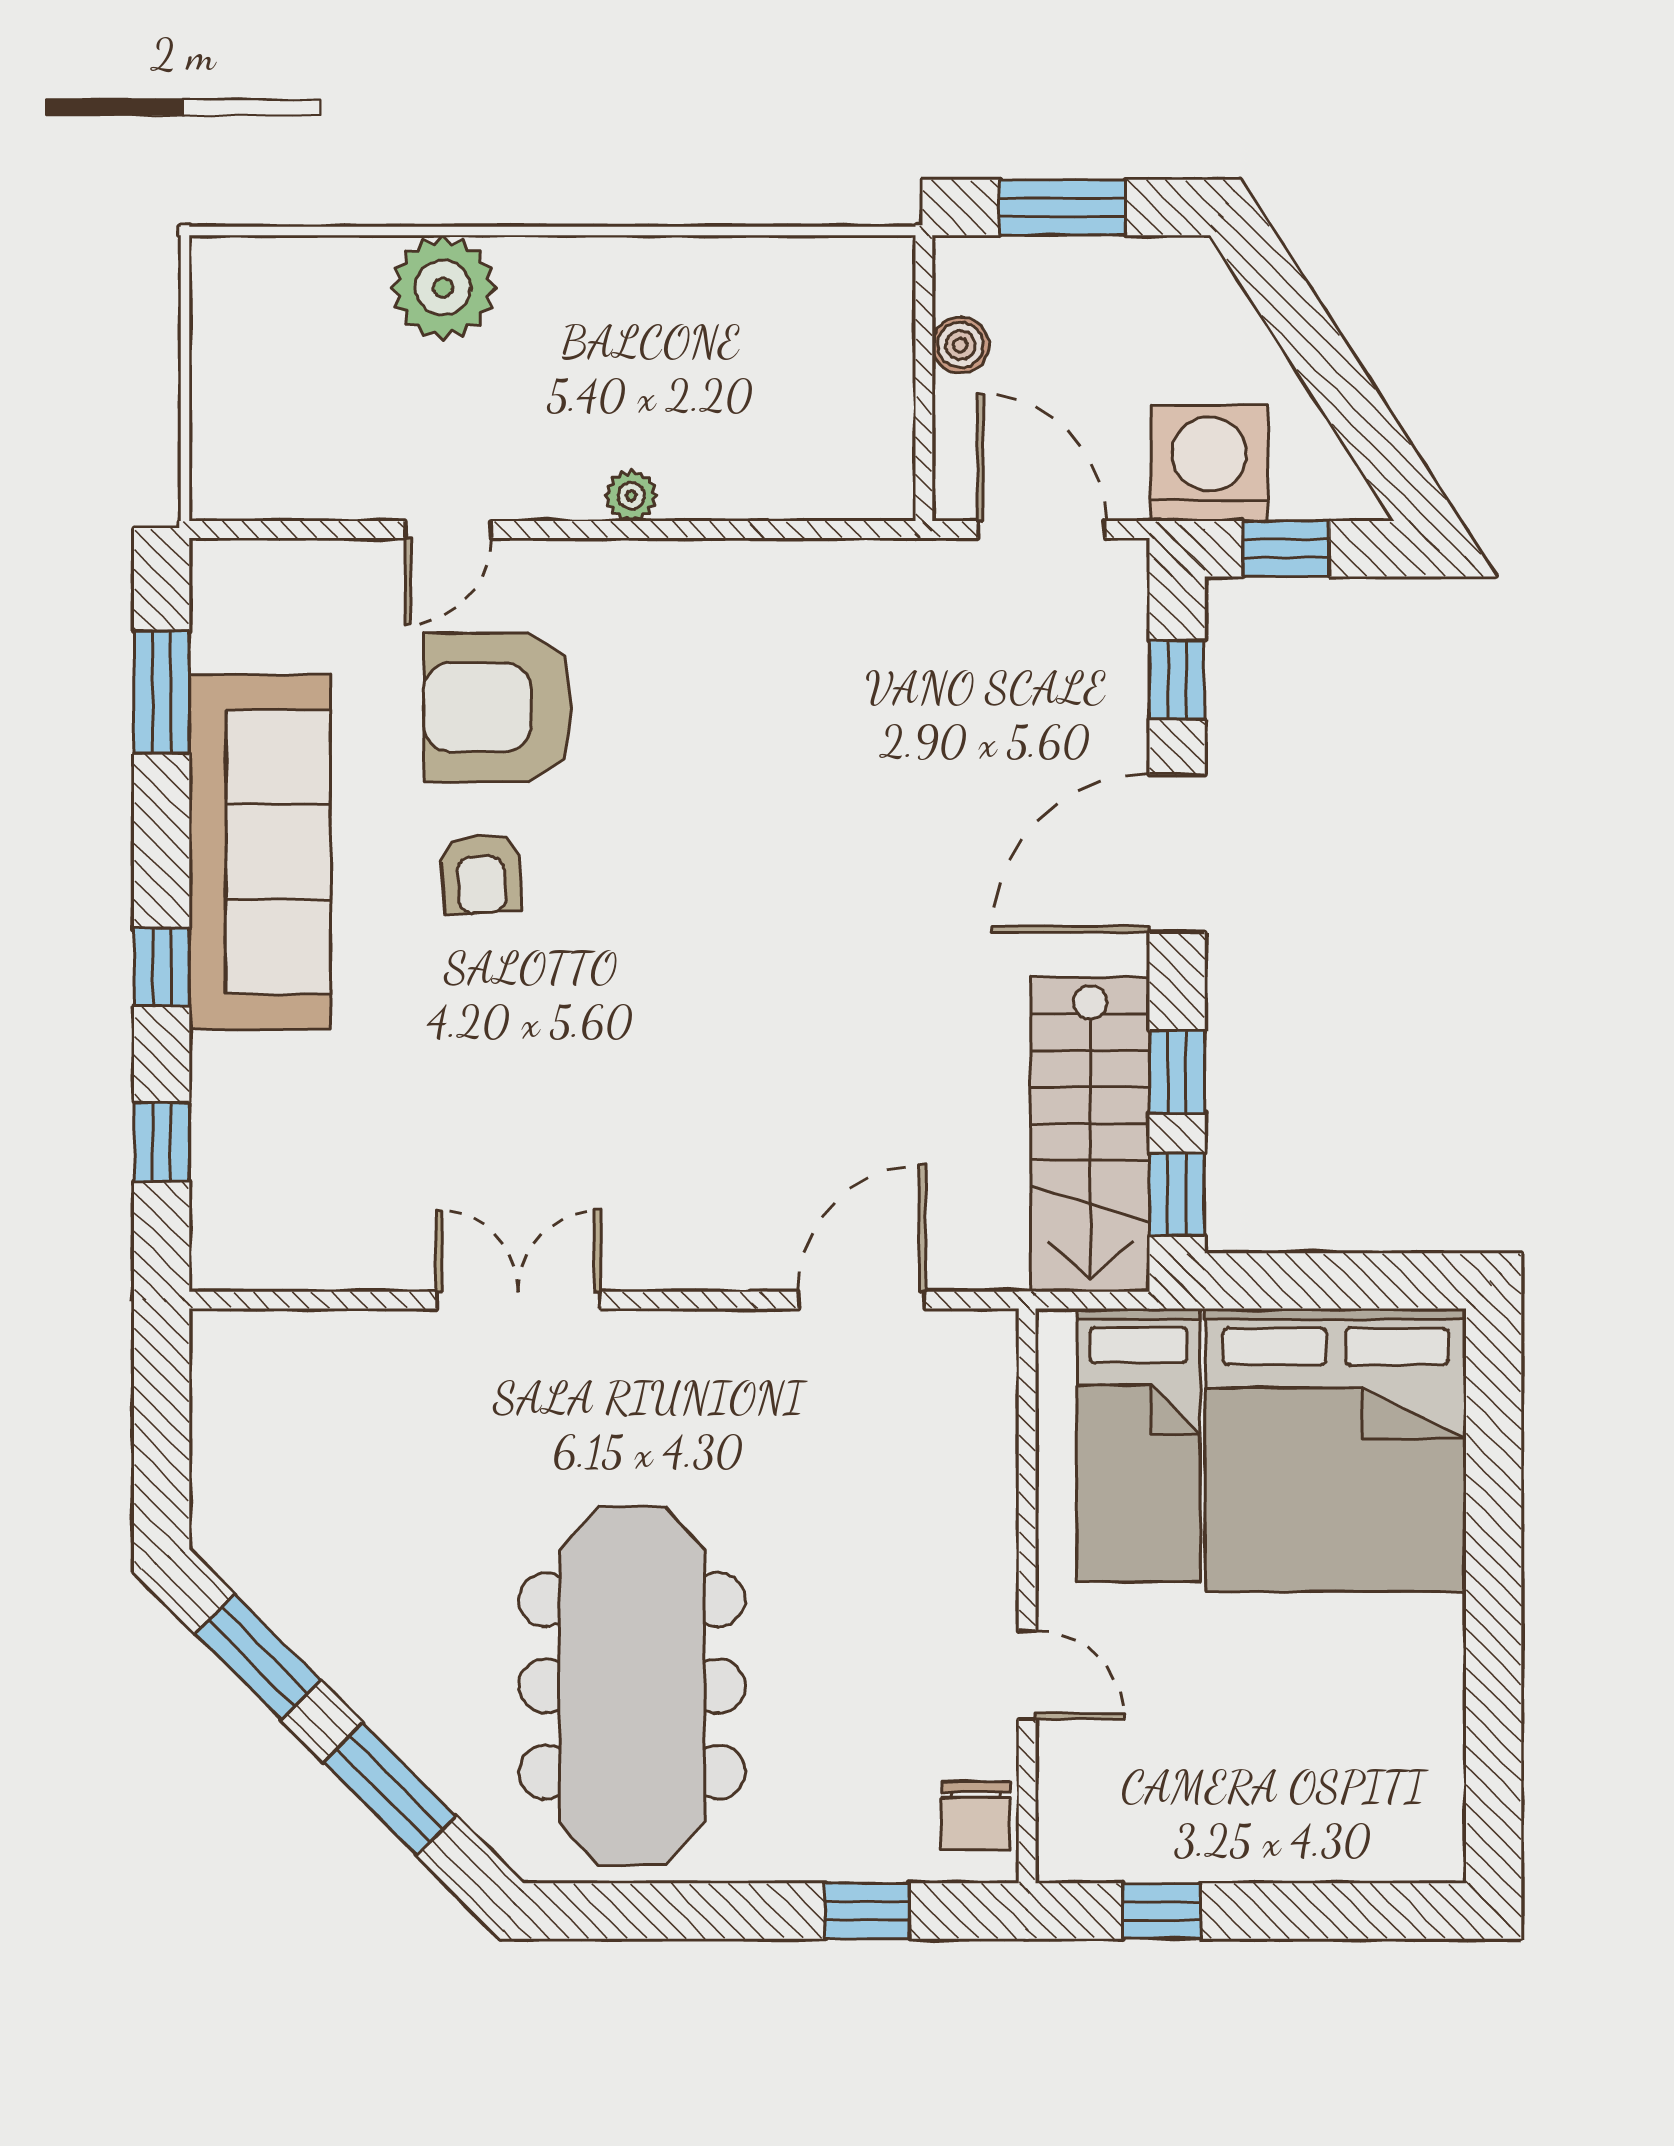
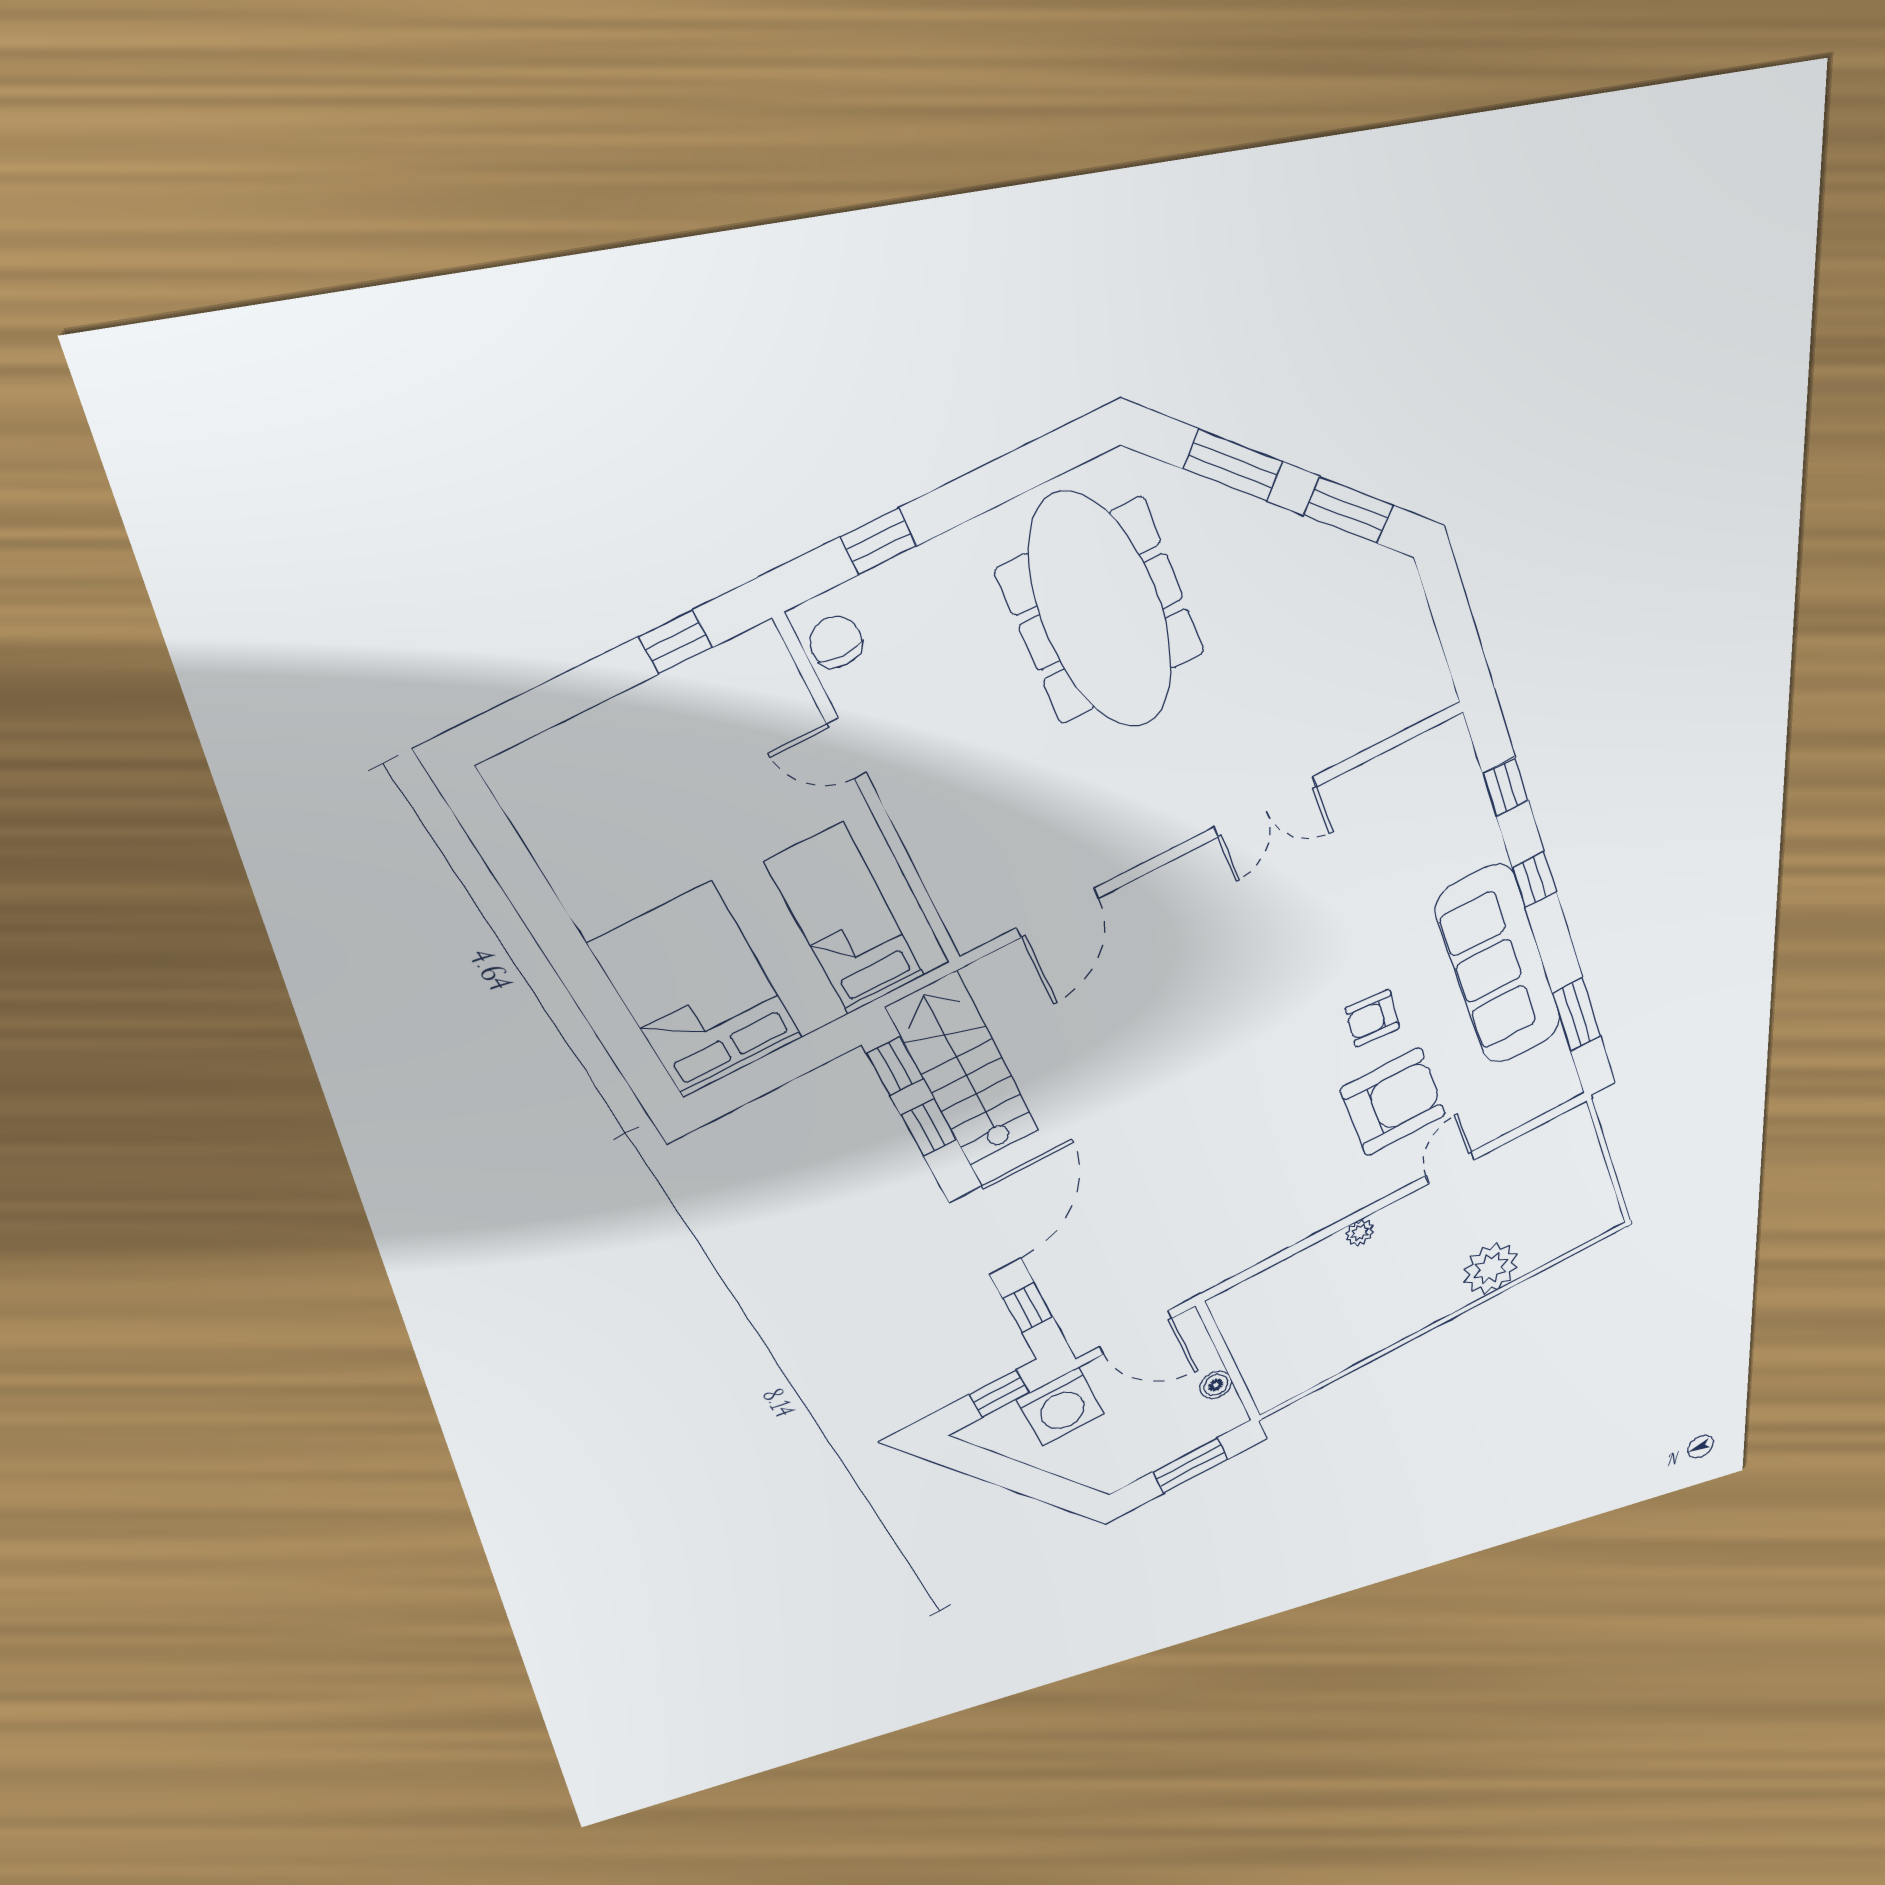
armchair: (481, 874) -> (1373, 1018), turned -81
bed: (1336, 1450) -> (697, 992), width x0.73

